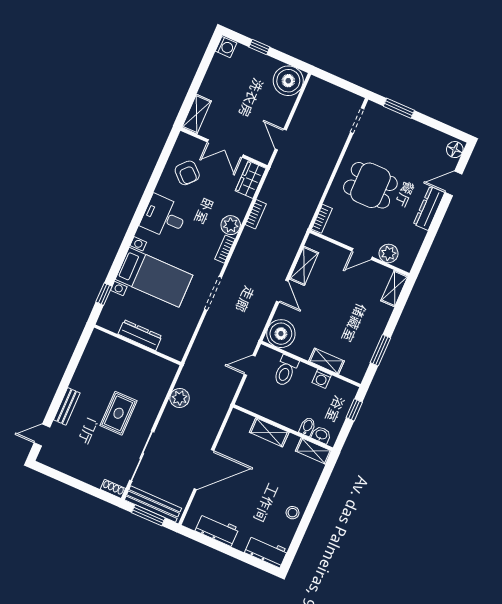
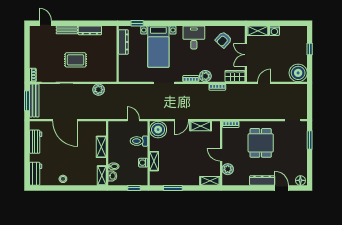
washing machine: (226, 47) -> (274, 31), moved
dresser: (140, 335) -> (123, 42), moved
dresser: (83, 371) -> (90, 30), added

